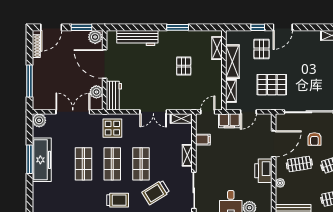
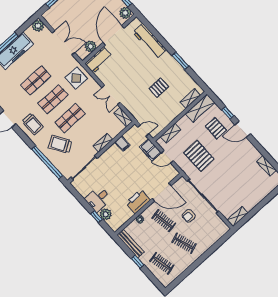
pallet: (262, 49) -> (216, 128), turned 90
shelving: (232, 62) -> (200, 108), moved

